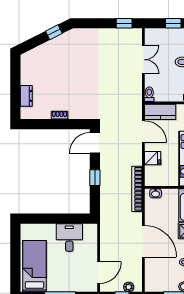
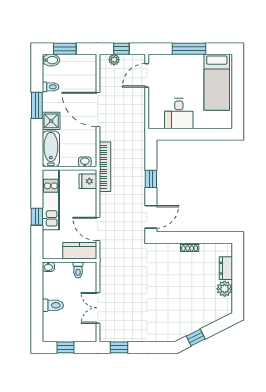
plant: (27, 77) -> (225, 289), added
toilet: (149, 94) -> (78, 270), moved
fridge: (153, 158) -> (88, 181), moved

